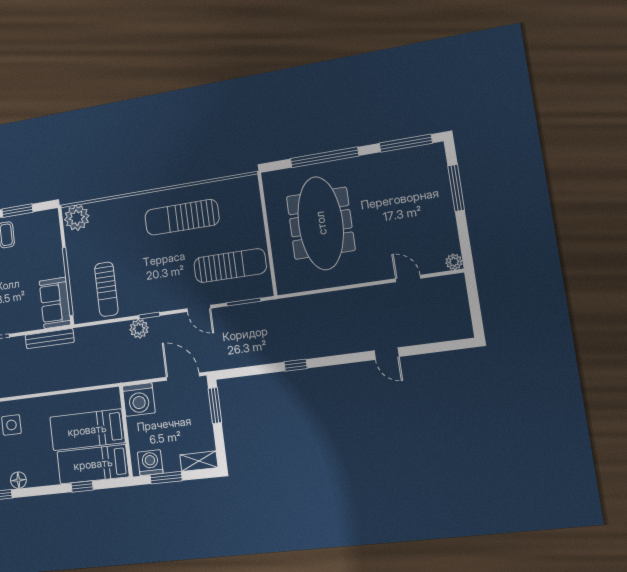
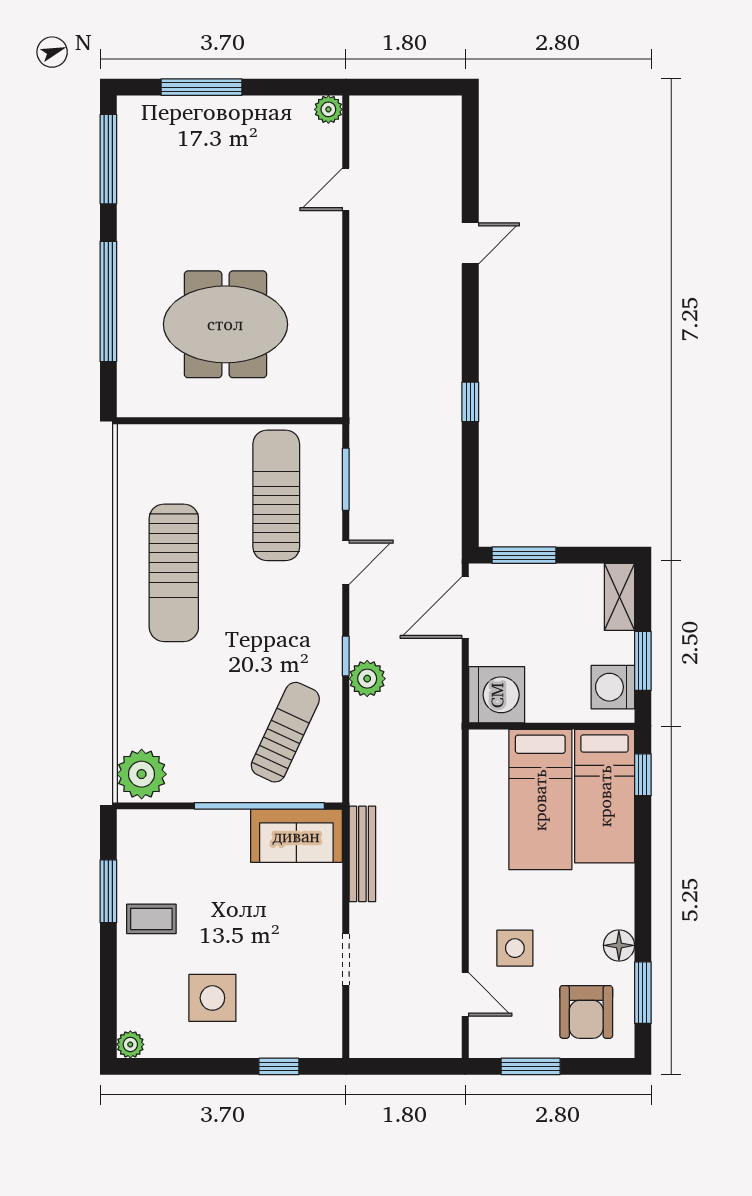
meeting table: (321, 223) -> (225, 324), width x0.73
sun lounger: (106, 289) -> (285, 732), turned -65
window: (82, 486) -> (643, 775), moved

